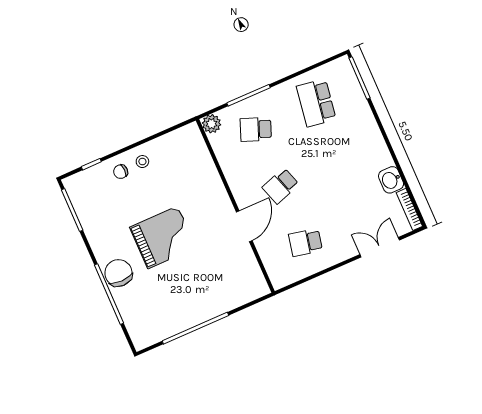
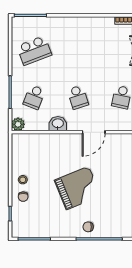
school desk: (316, 103) -> (34, 51), turned -30
washbasin: (391, 180) -> (58, 124), moved, turned 180
door: (244, 226) -> (94, 132), swing flipped
grand piano: (163, 237) -> (78, 188), turned 68
chair: (118, 273) -> (88, 227), width x0.54, depth x0.54

